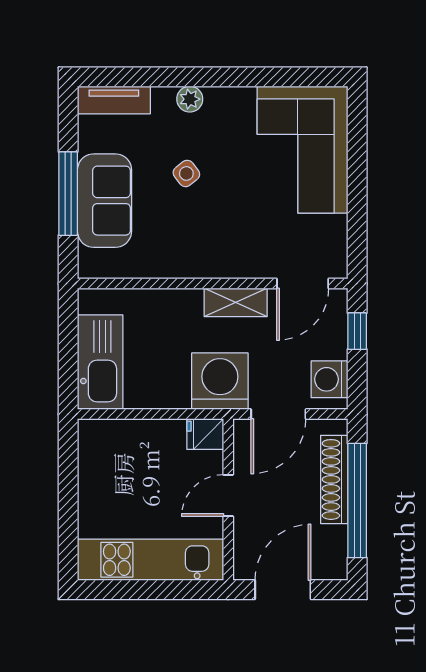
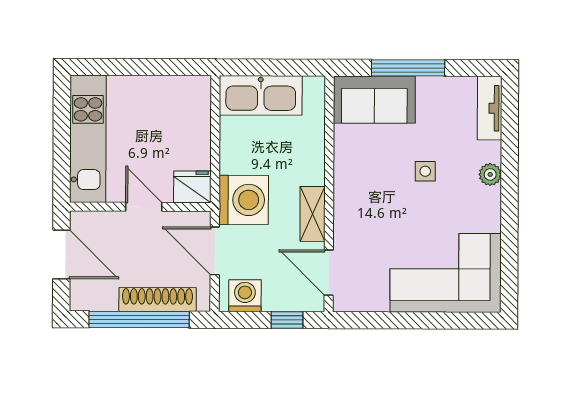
side table: (186, 173) -> (425, 171), turned 38
sofa: (105, 201) -> (374, 100), moved
fridge: (205, 434) -> (192, 187), width x1.38

